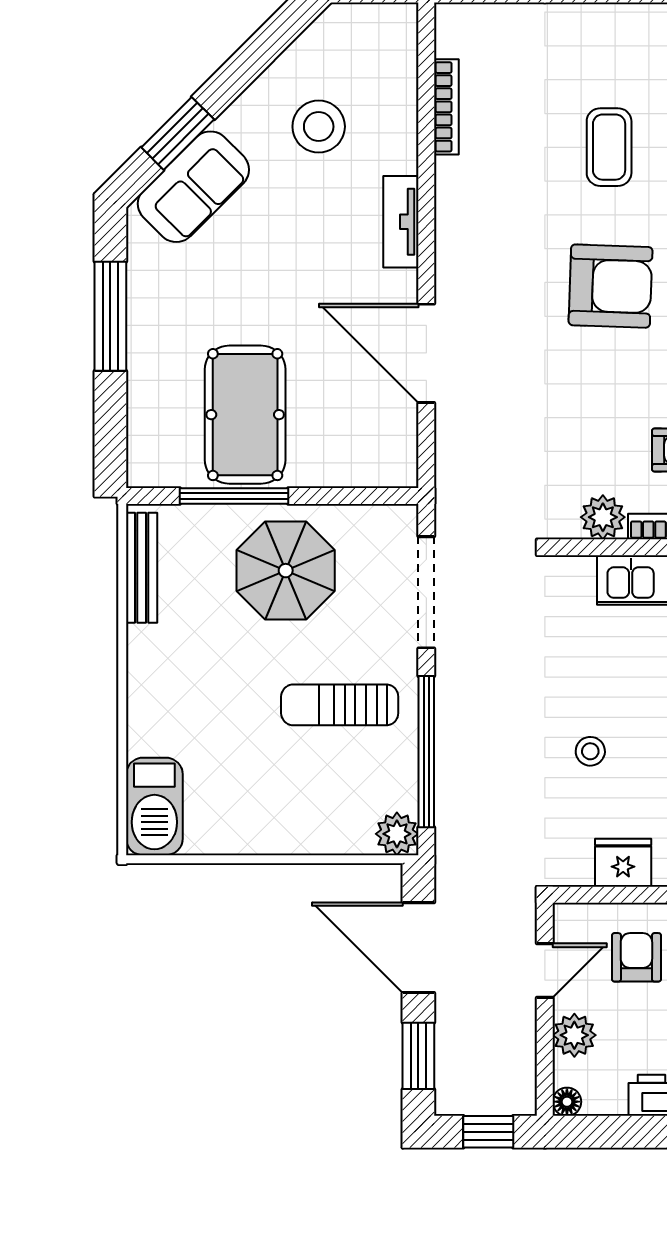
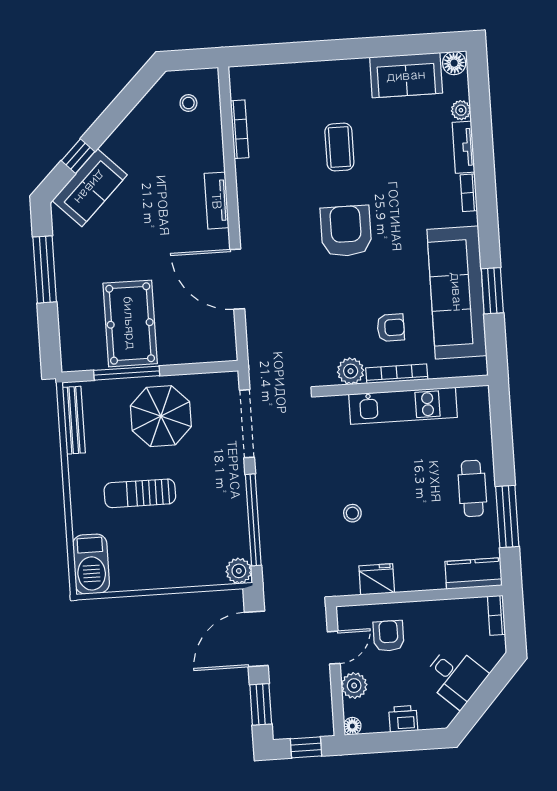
stool: (319, 127) -> (188, 103), moved, width x0.53, depth x0.53
window: (178, 133) -> (78, 156), width x0.67
armchair: (610, 286) -> (346, 231), turned -92
sun lounger: (340, 705) -> (140, 493), moved
door: (418, 948) -> (256, 639), hinge flipped

